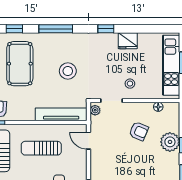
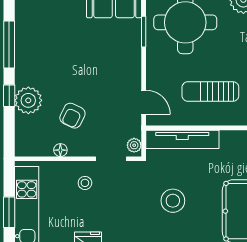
floor lamp: (158, 107) -> (60, 150), moved
armchair: (139, 131) -> (72, 116), turned -87
sun lounger: (41, 148) -> (210, 92), turned 180

